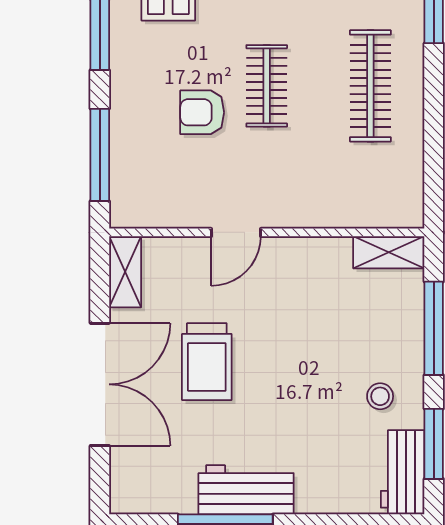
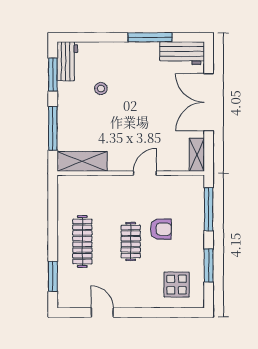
shelving: (389, 252) -> (82, 161), width x1.50, depth x1.33
trolley: (207, 362) -> (159, 113), removed
stool: (380, 396) -> (101, 89), moved
workbench: (246, 490) -> (182, 53), moved

